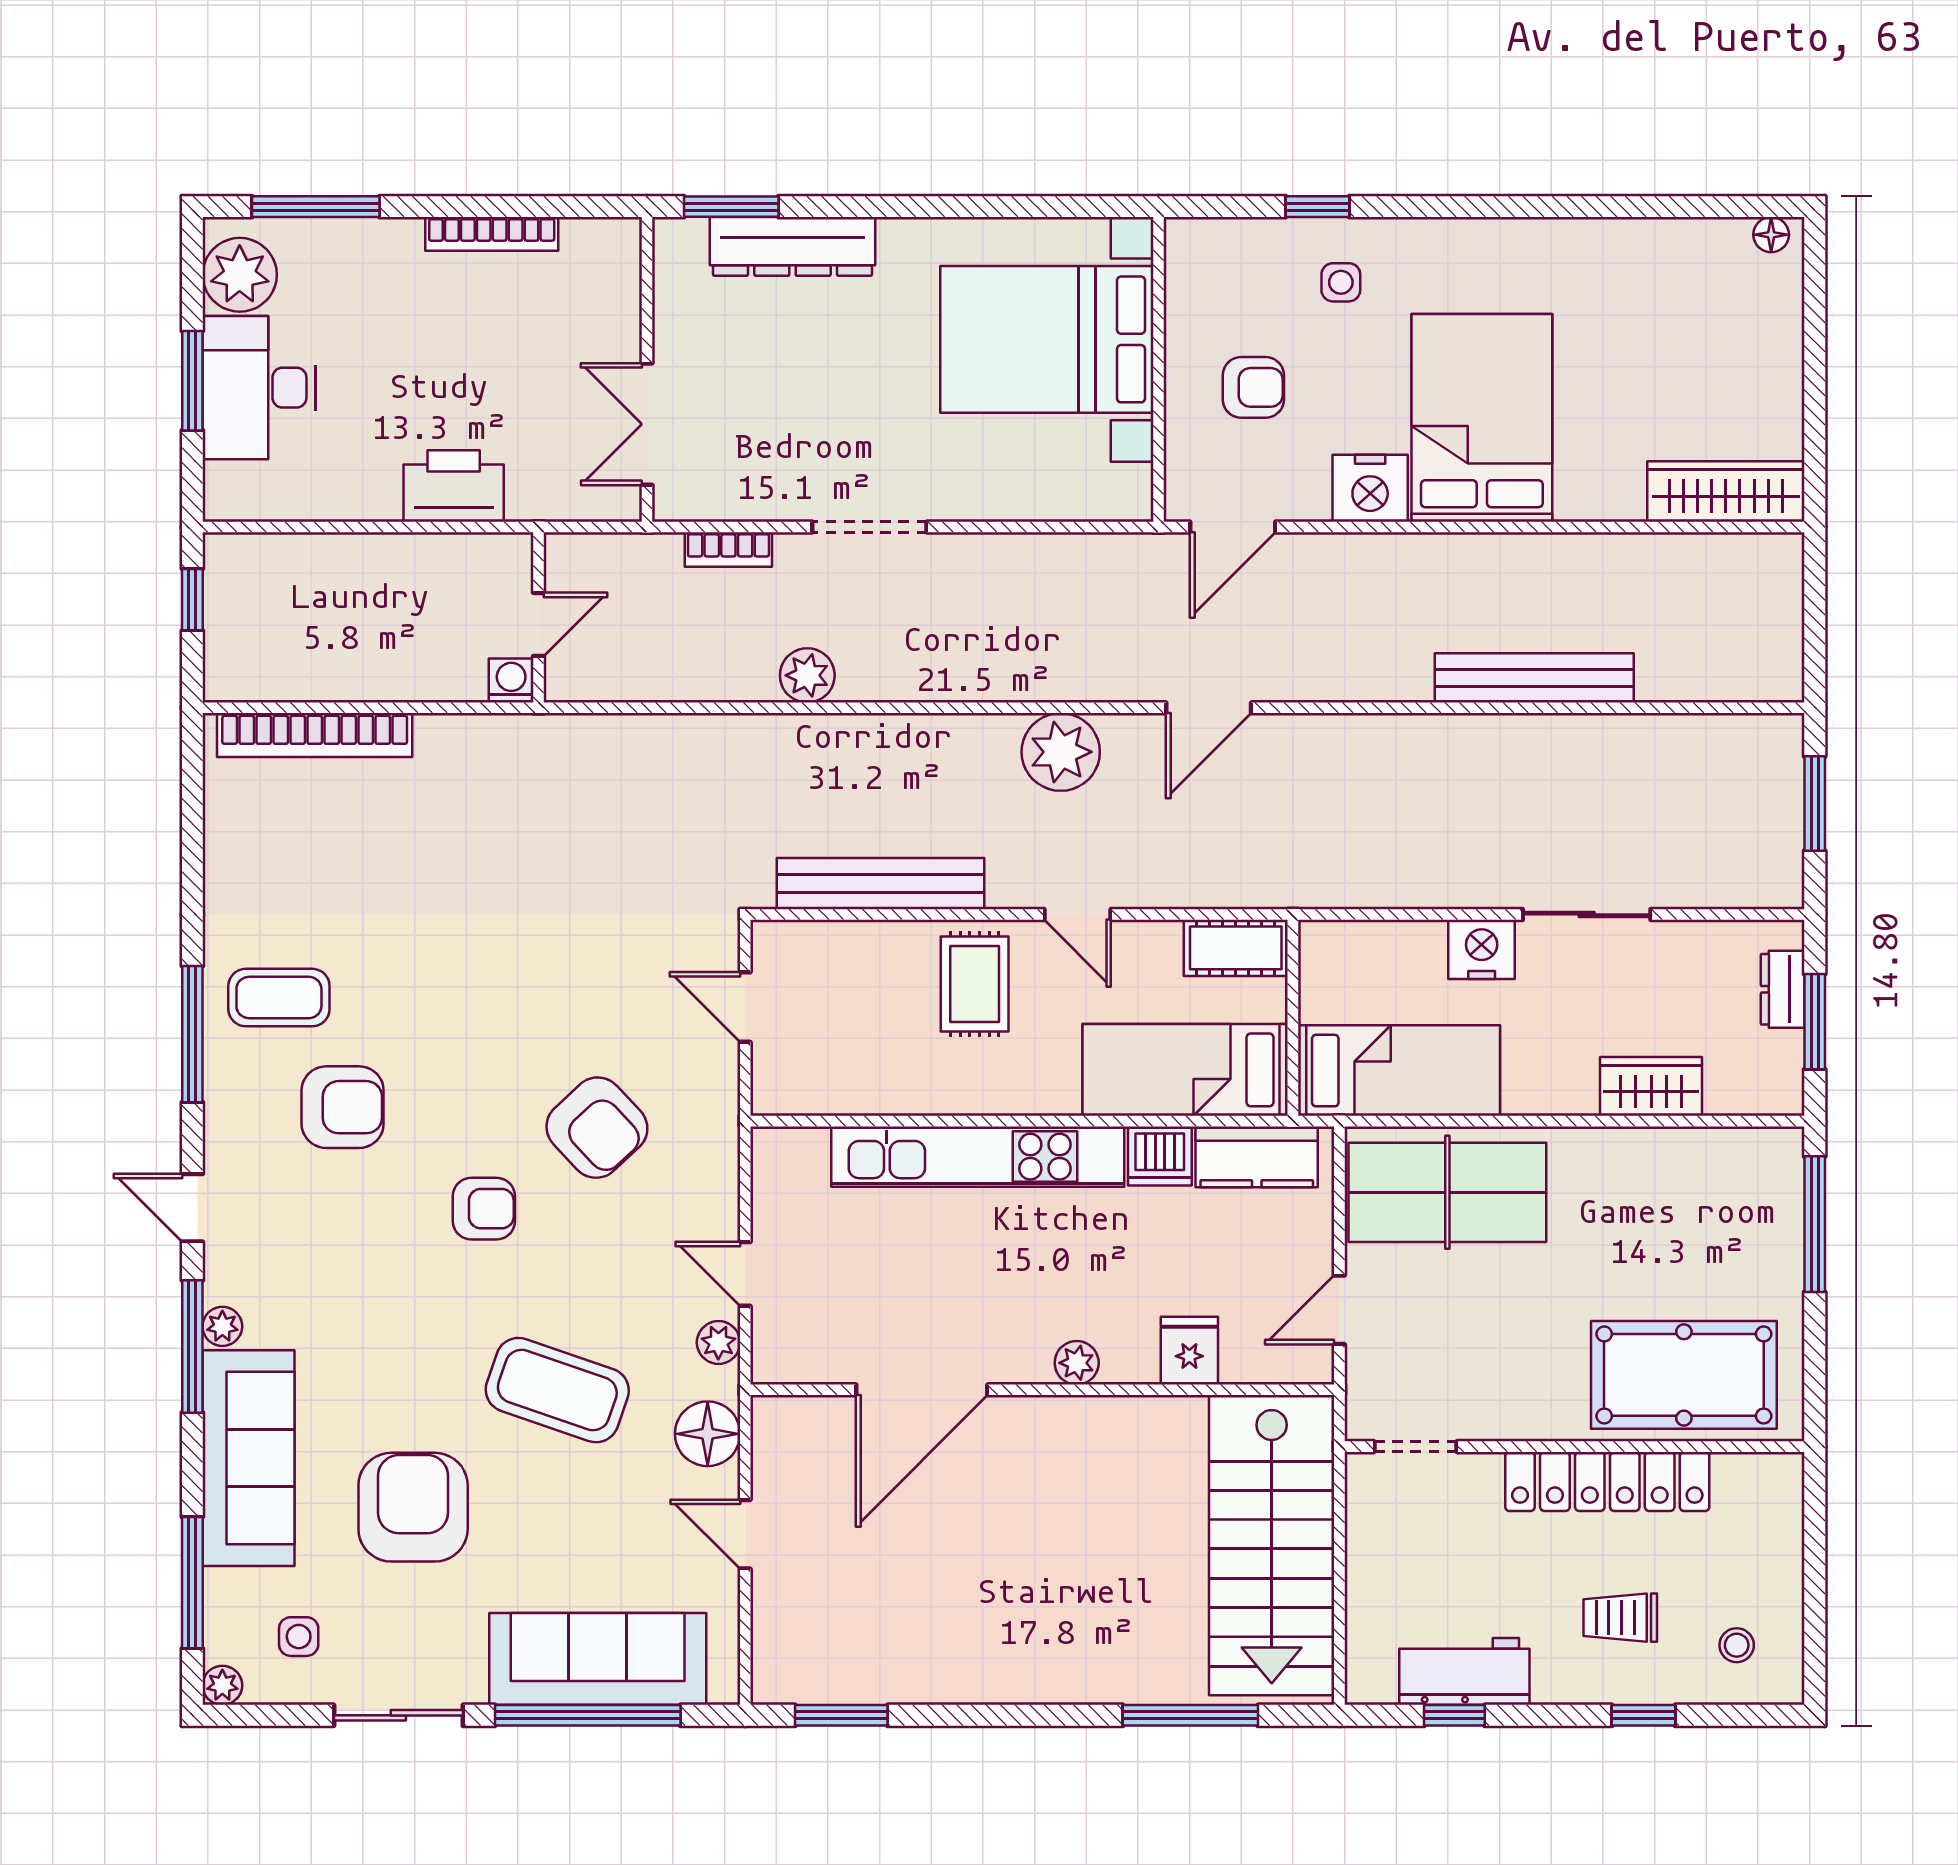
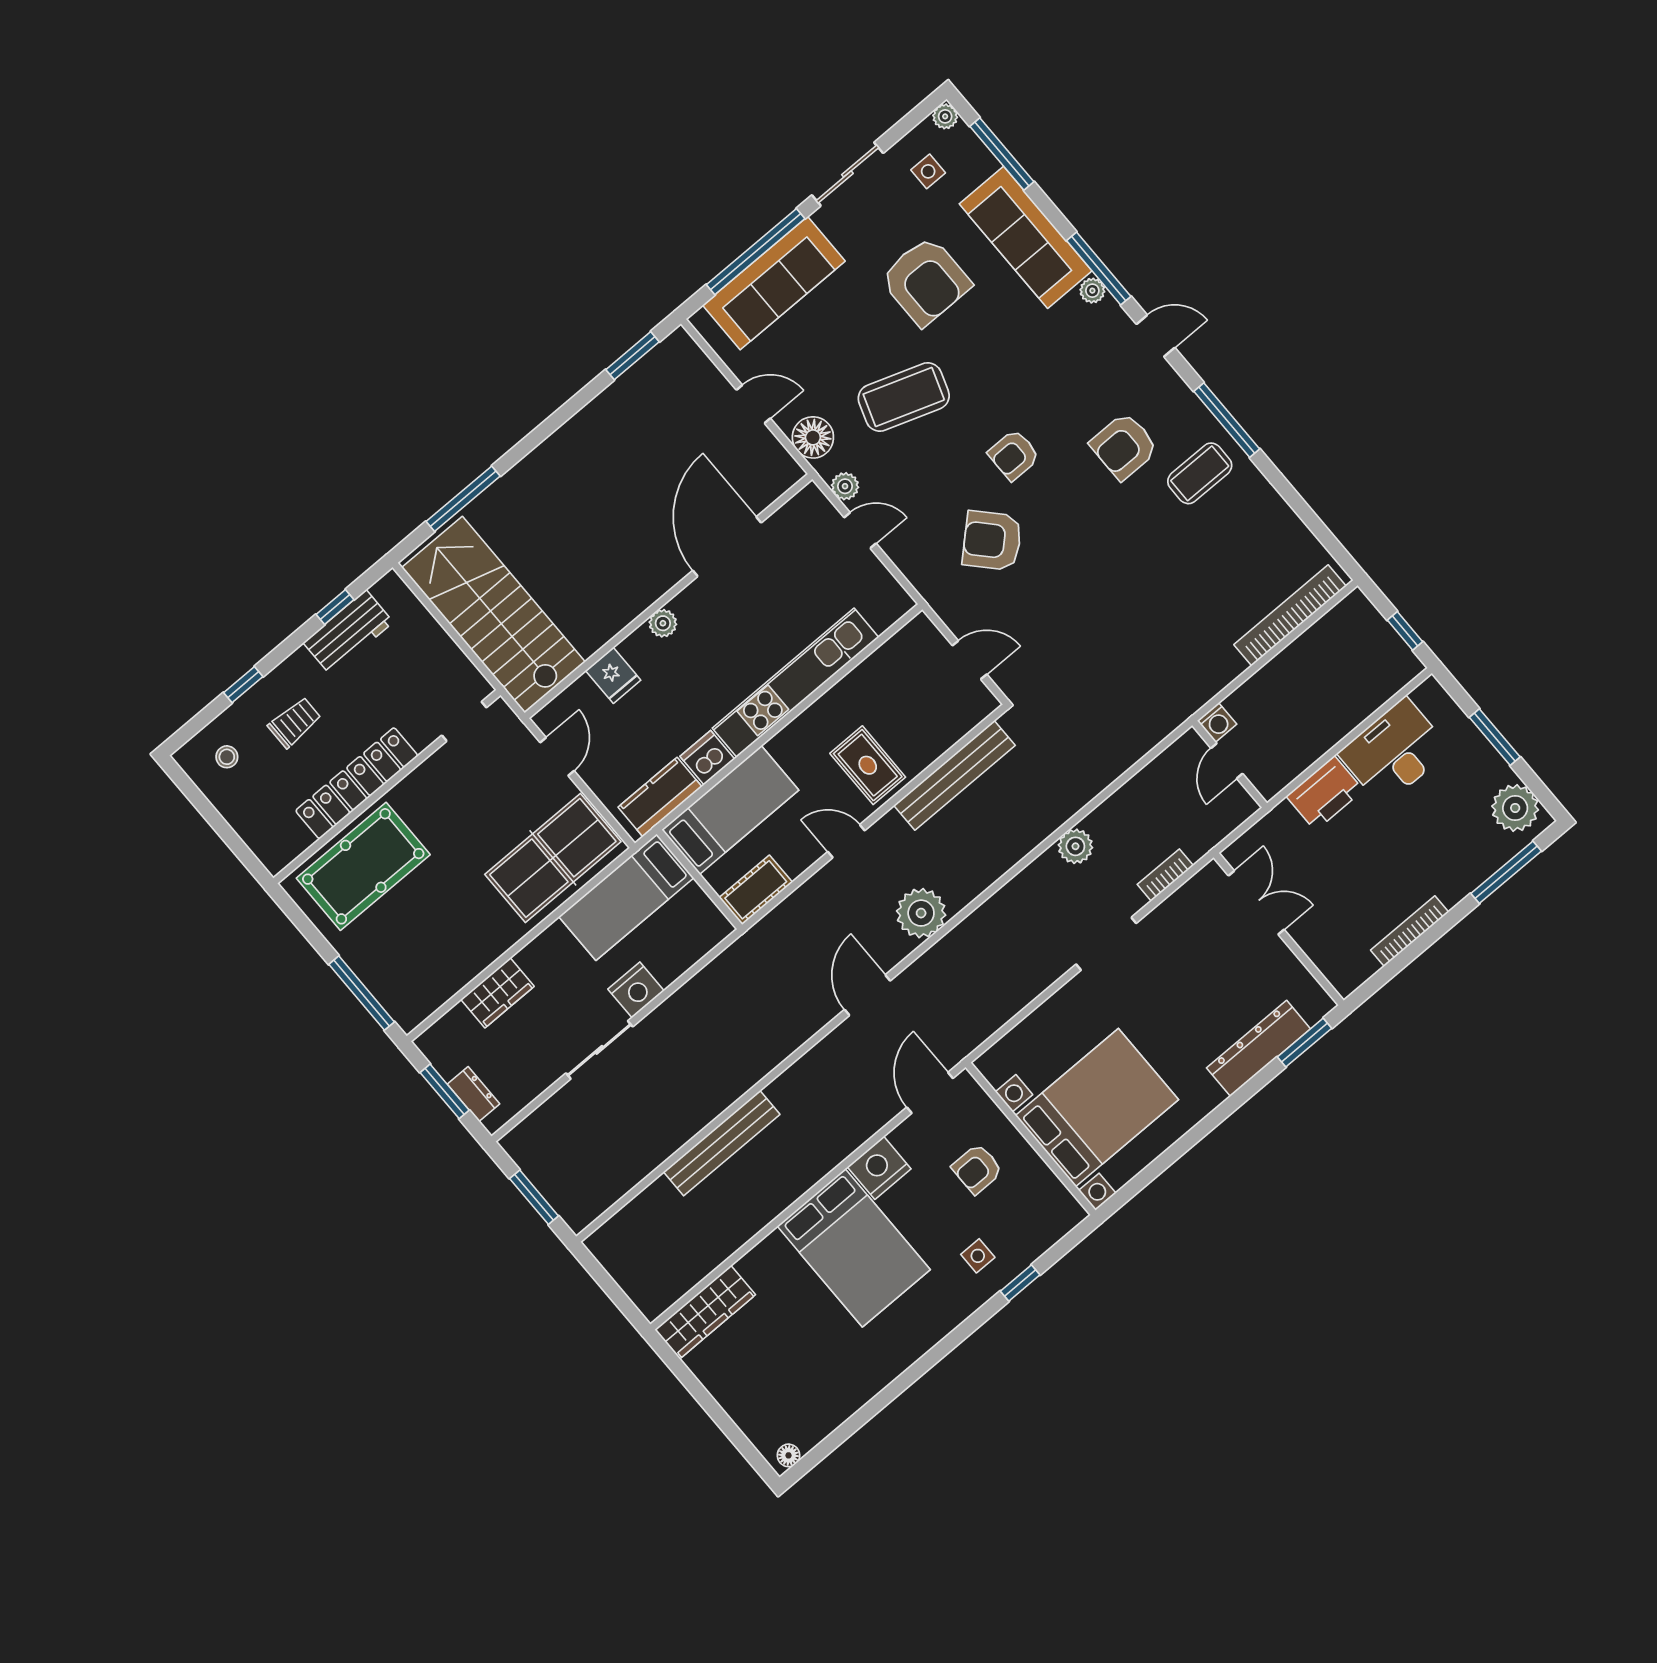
desk: (259, 388) -> (1394, 752), moved, turned -90

